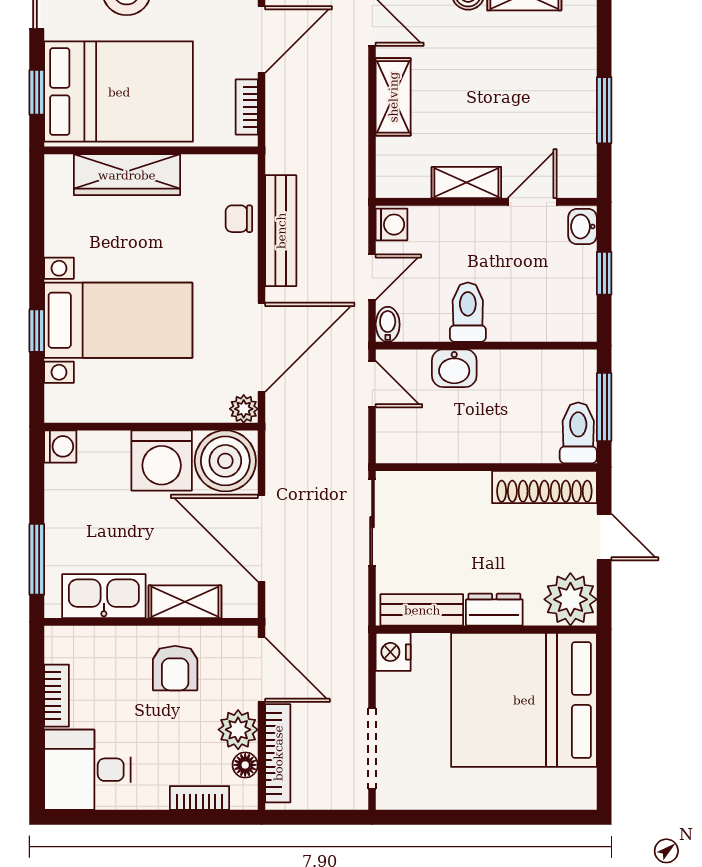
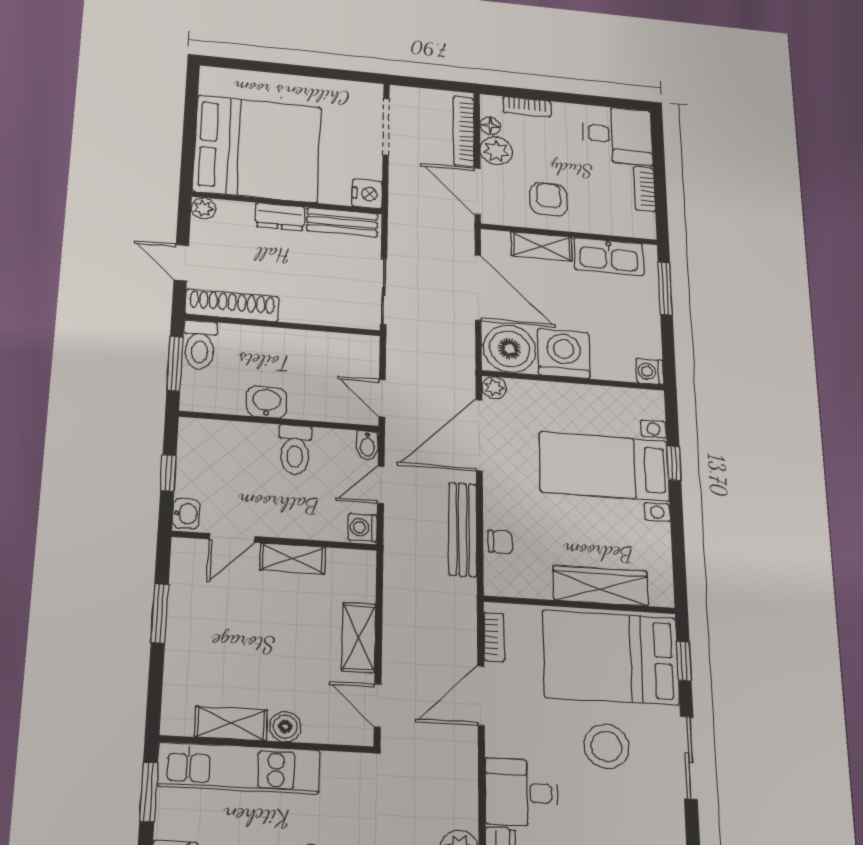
washbasin: (454, 368) -> (267, 402), moved
plant: (570, 599) -> (203, 208), width x0.53, depth x0.53

